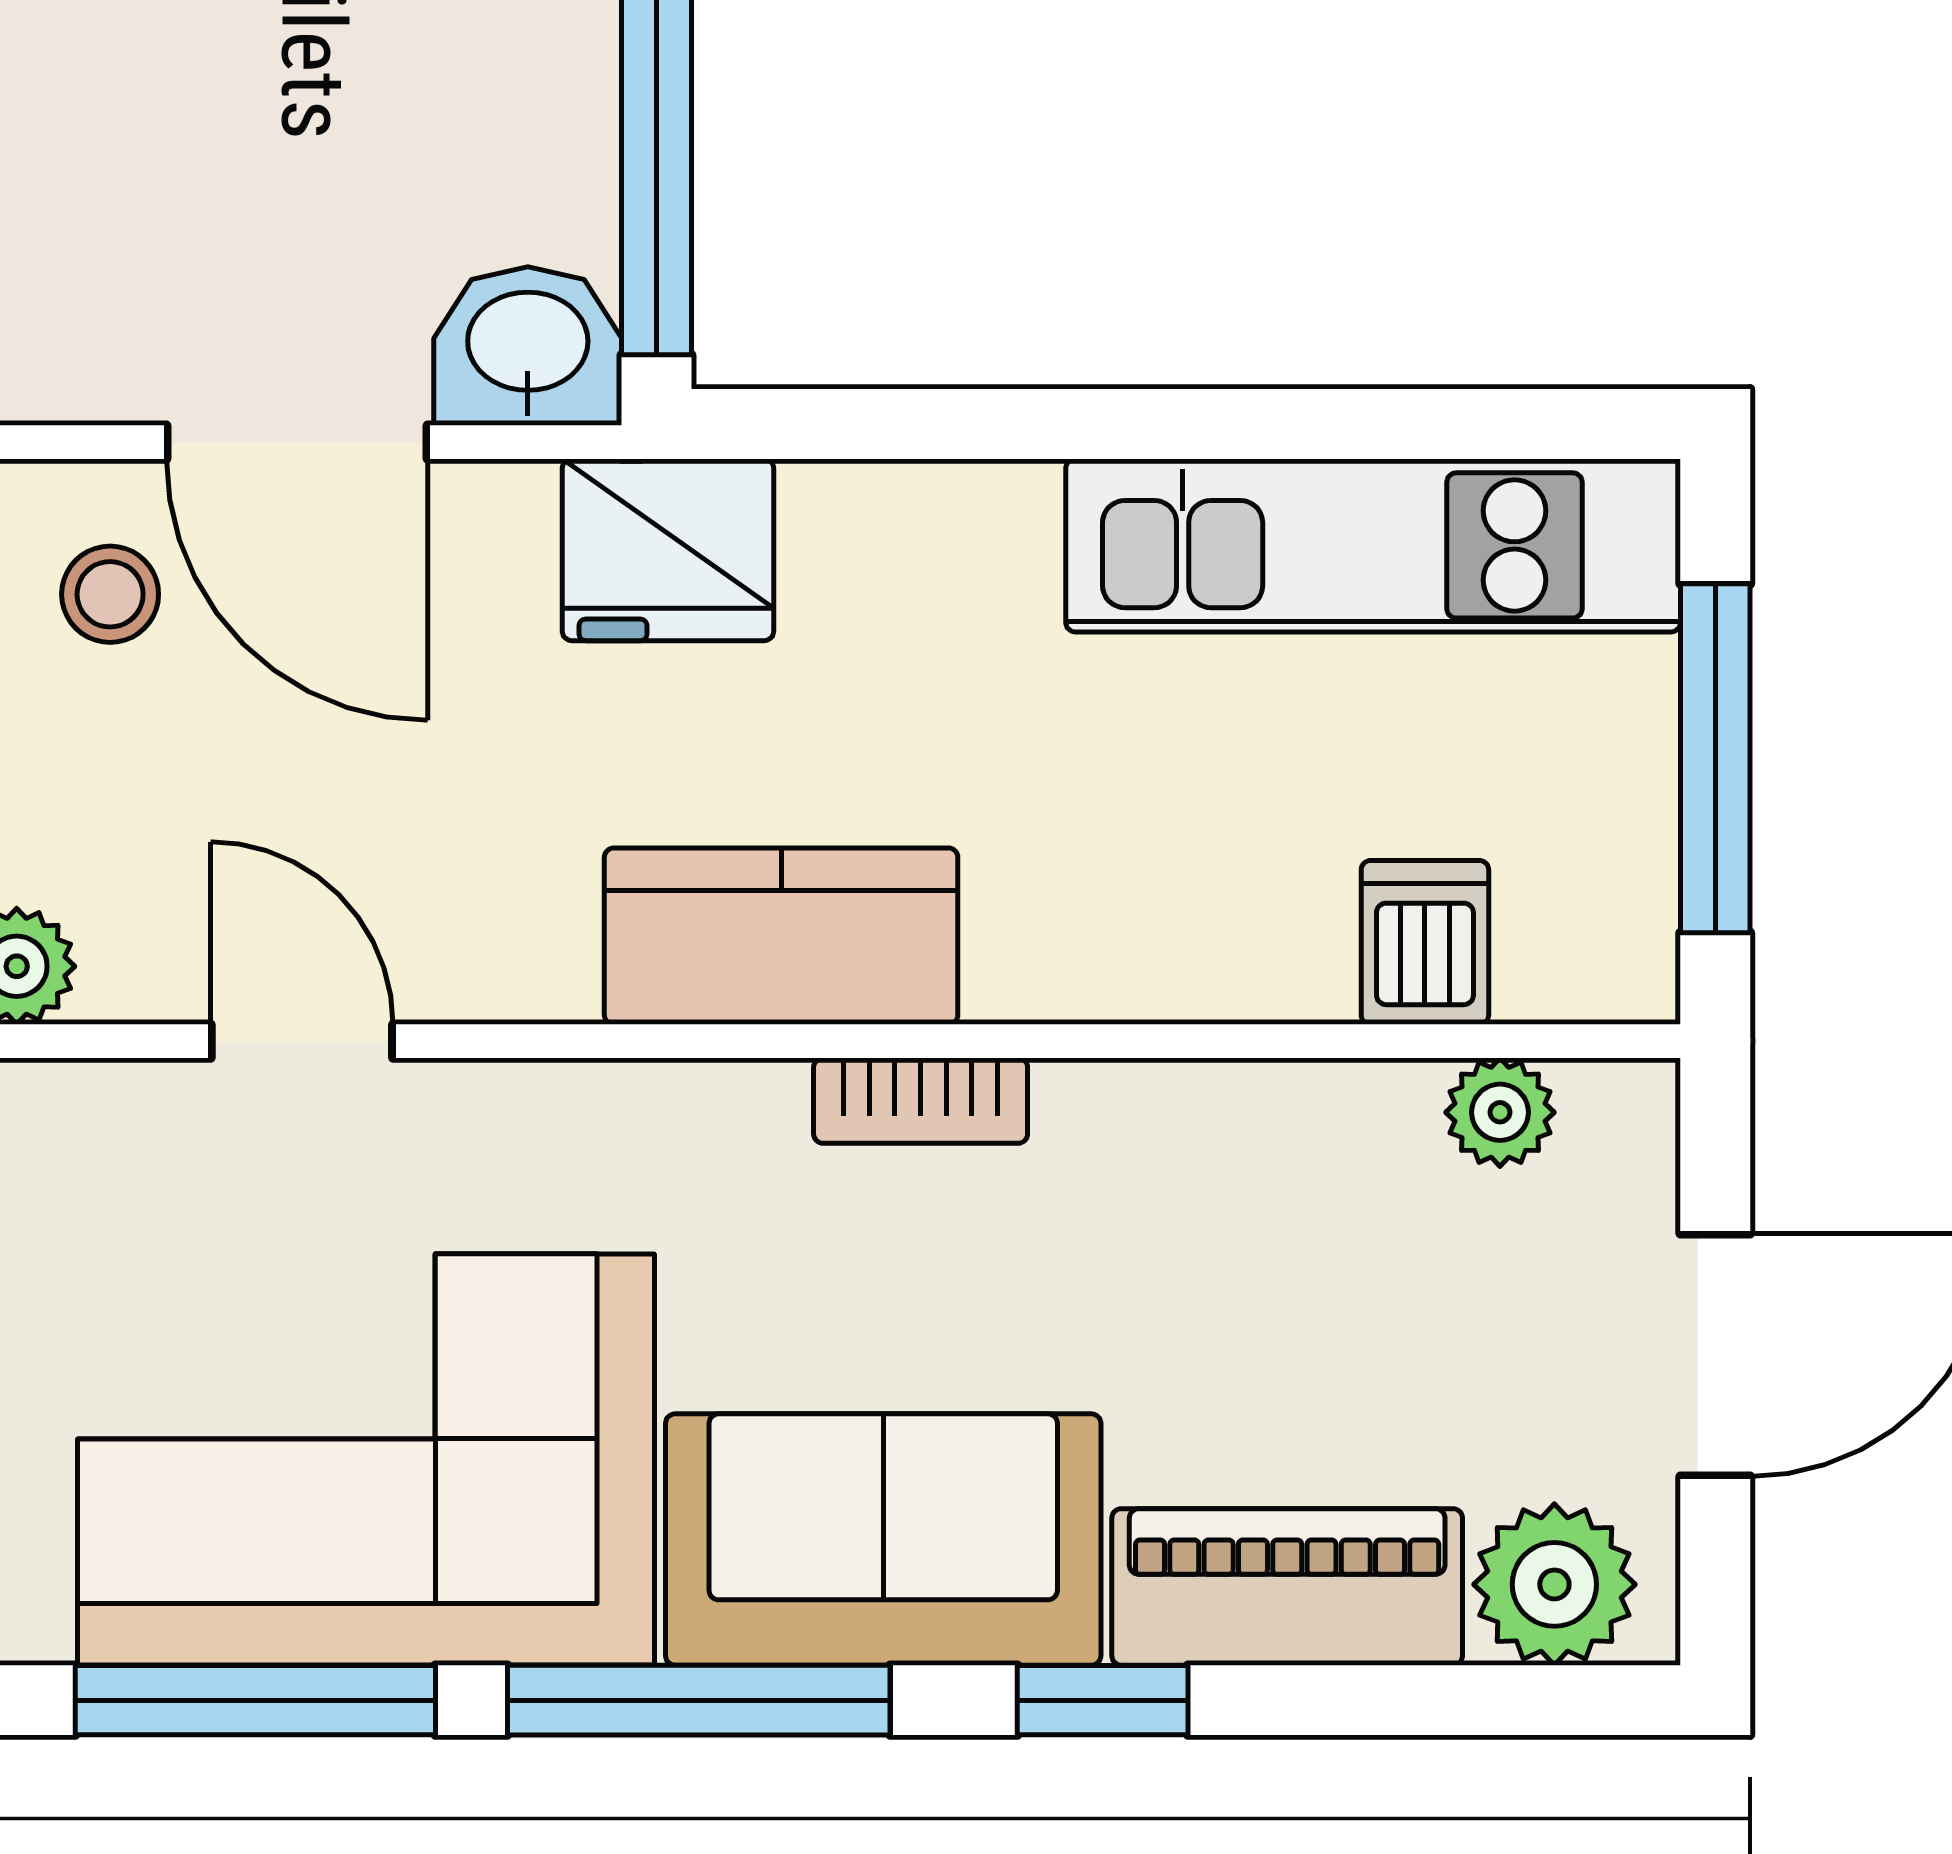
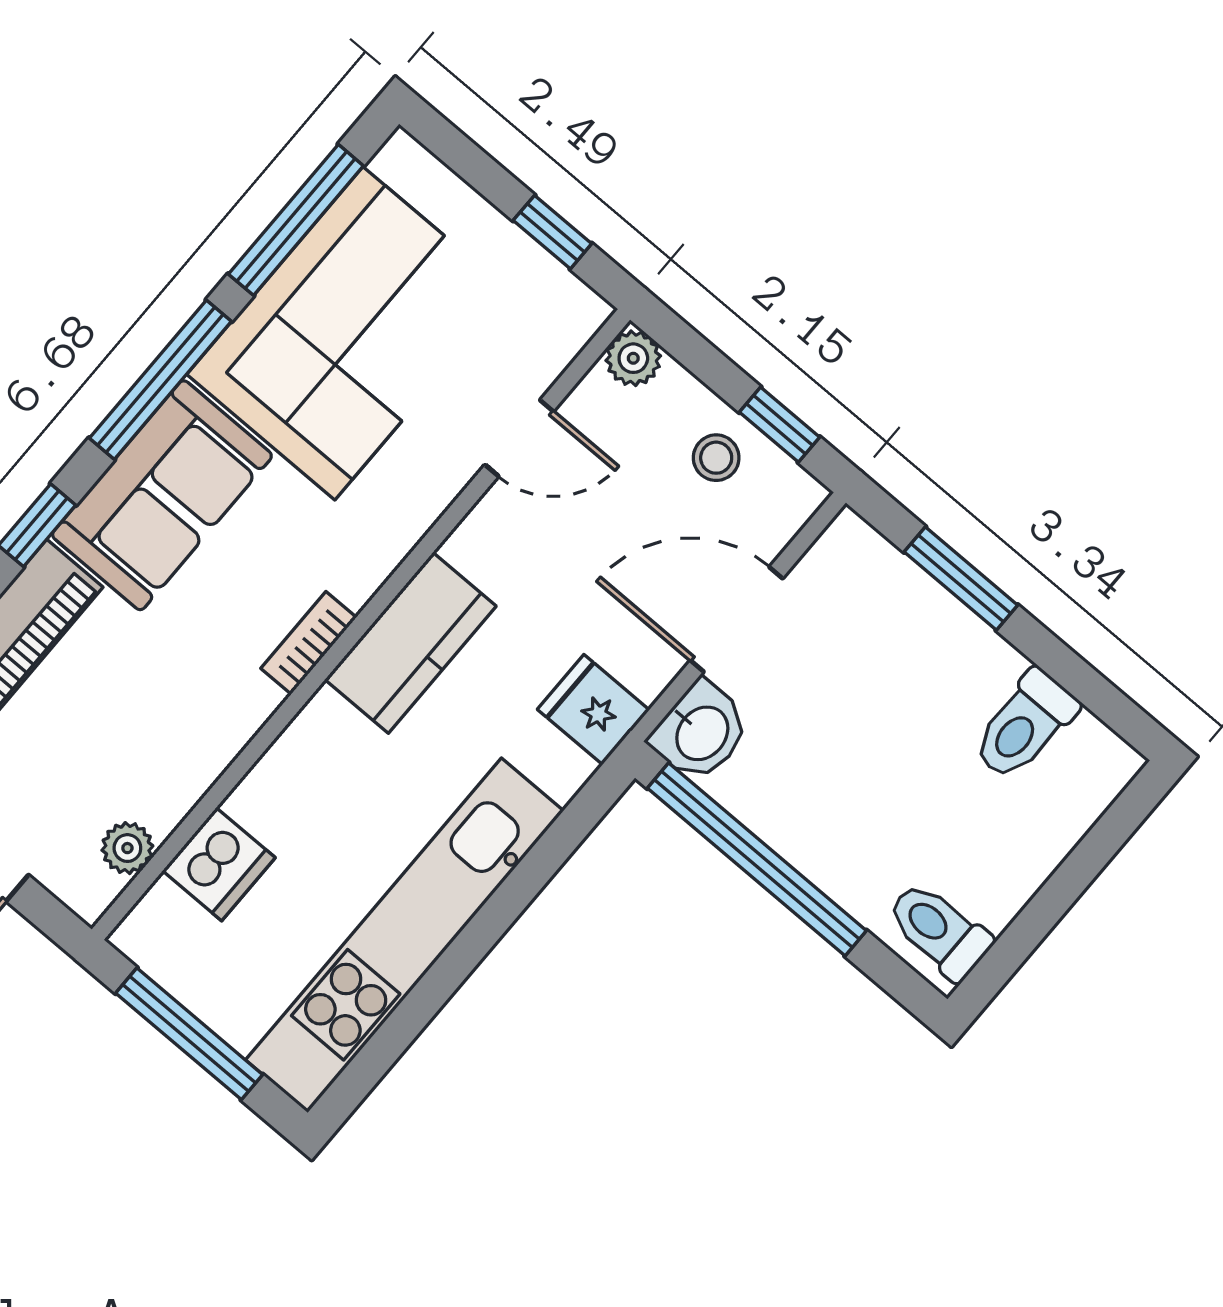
kitchen unit: (1373, 545) -> (405, 935), width x1.36
fridge: (668, 550) -> (593, 710), width x0.72
stool: (110, 594) -> (716, 458), moved
dishwasher: (1425, 942) -> (219, 864), width x1.38

